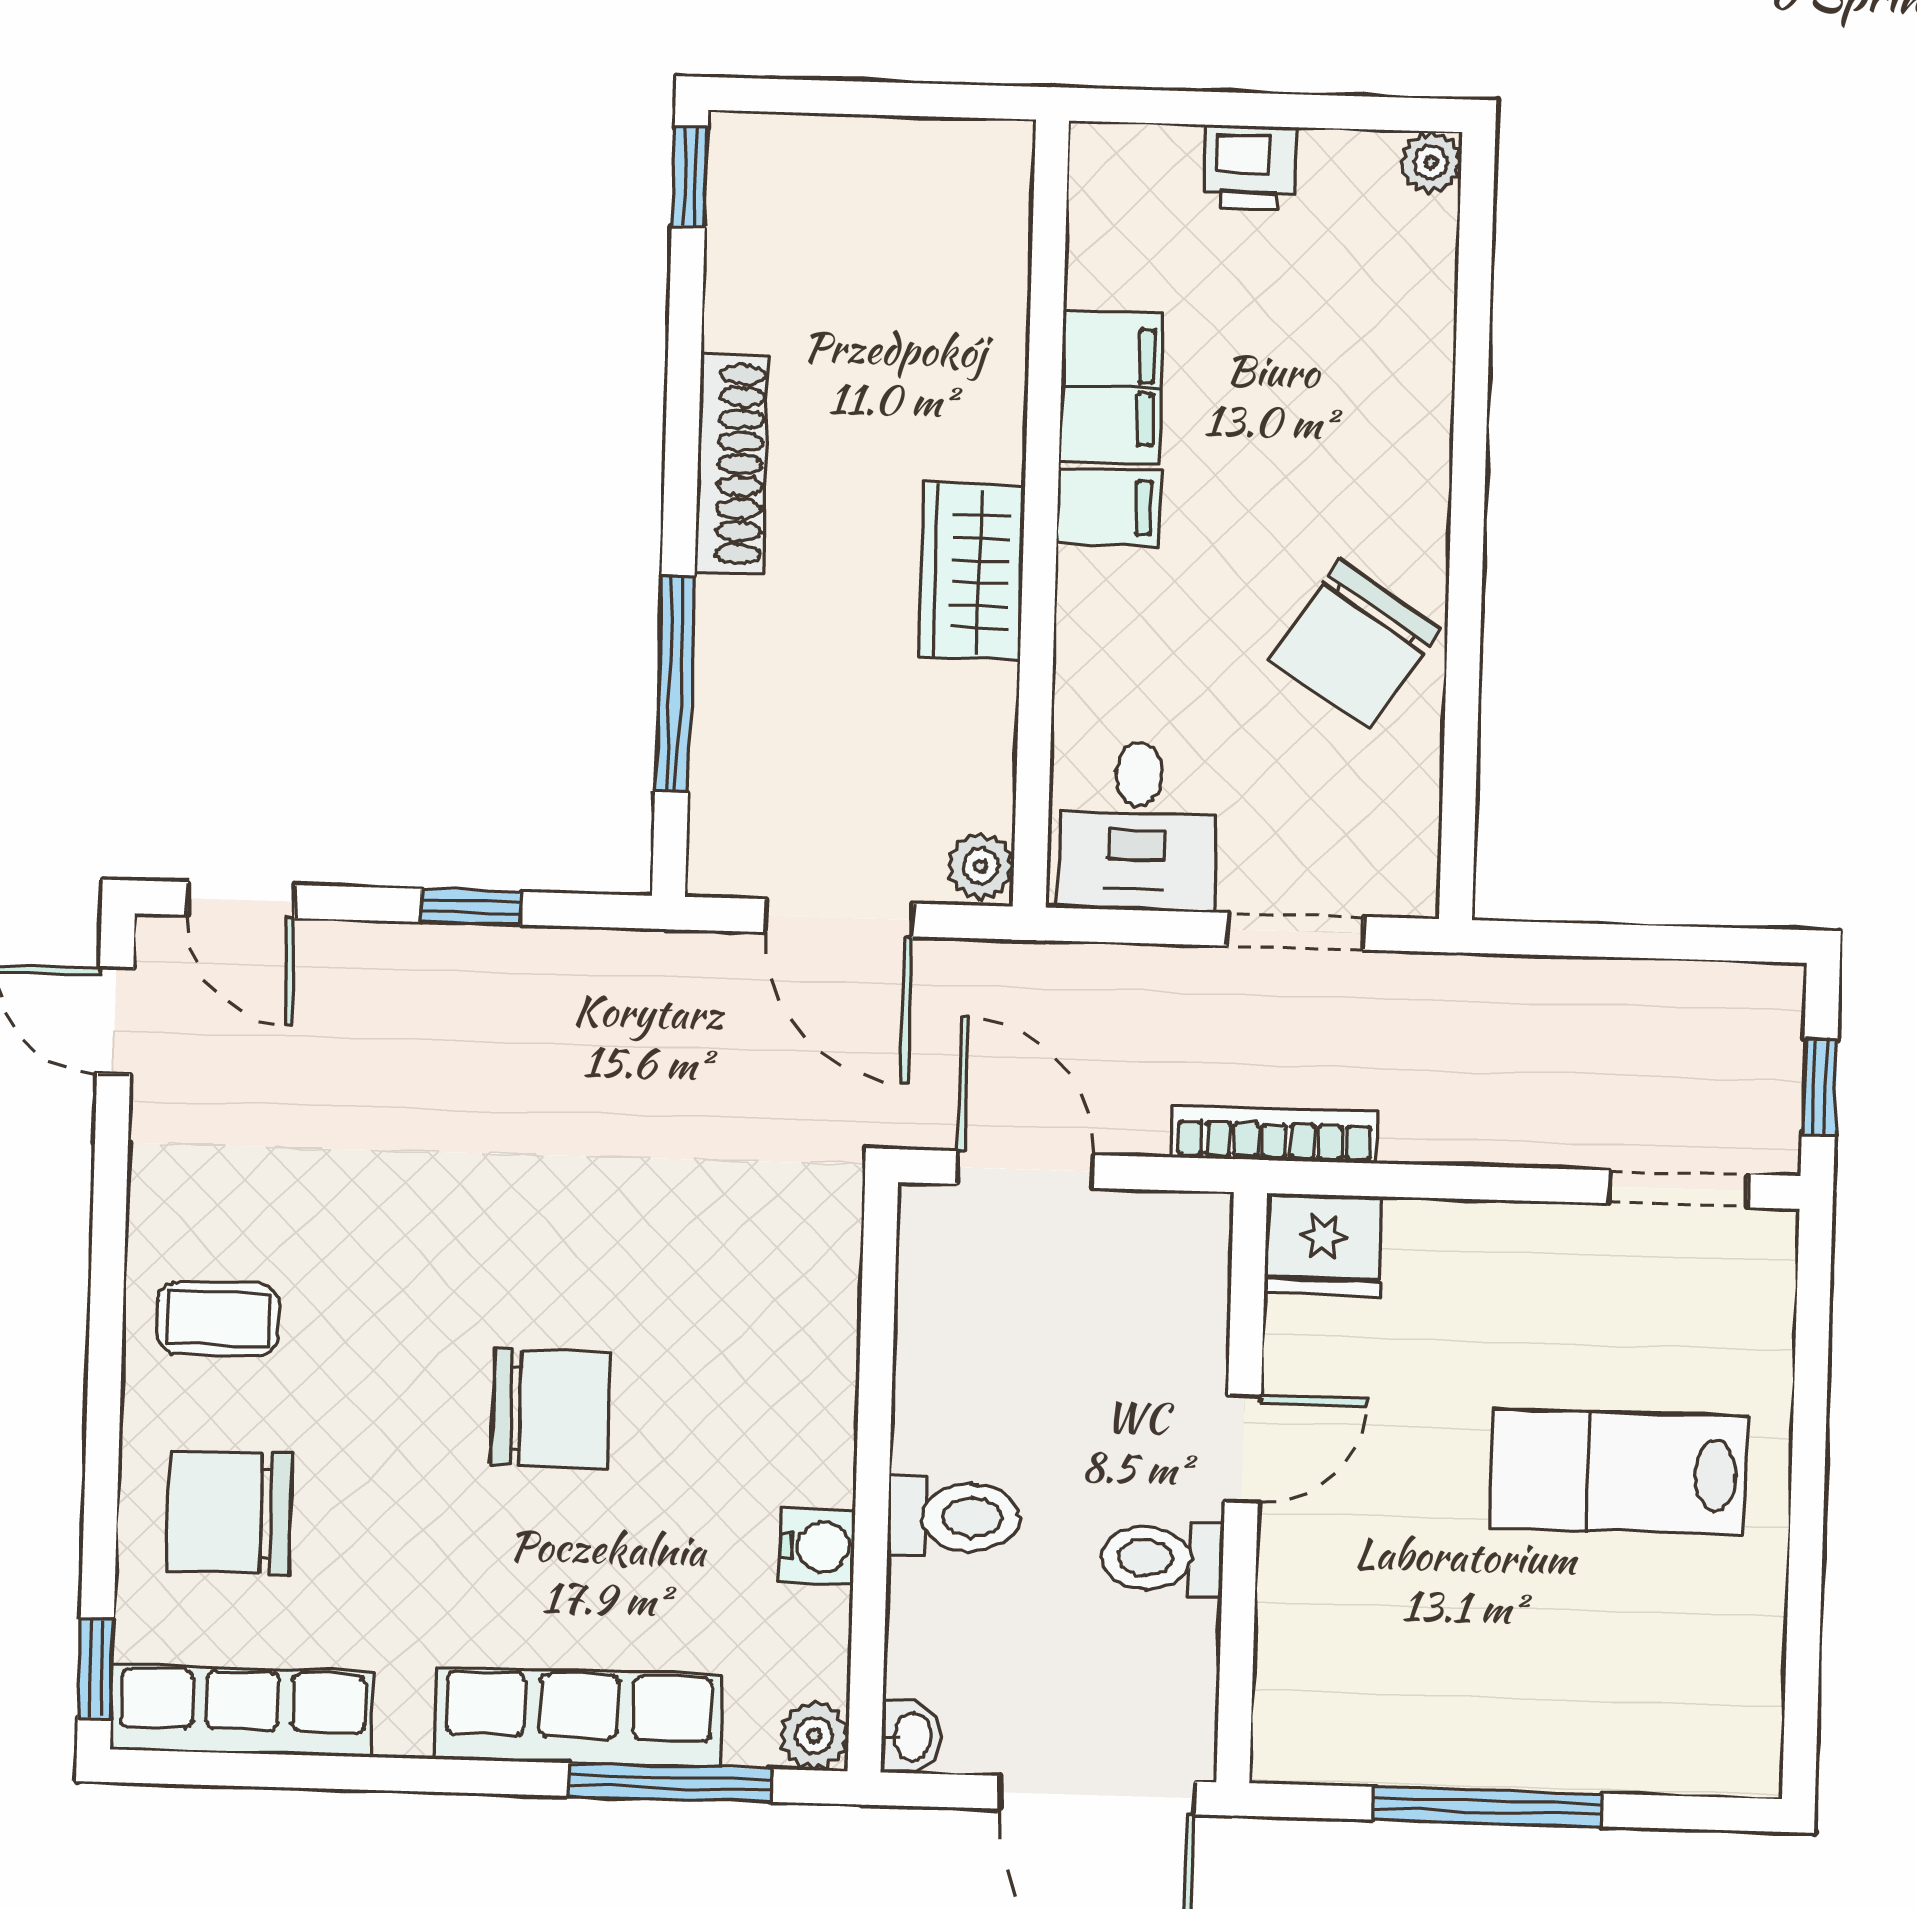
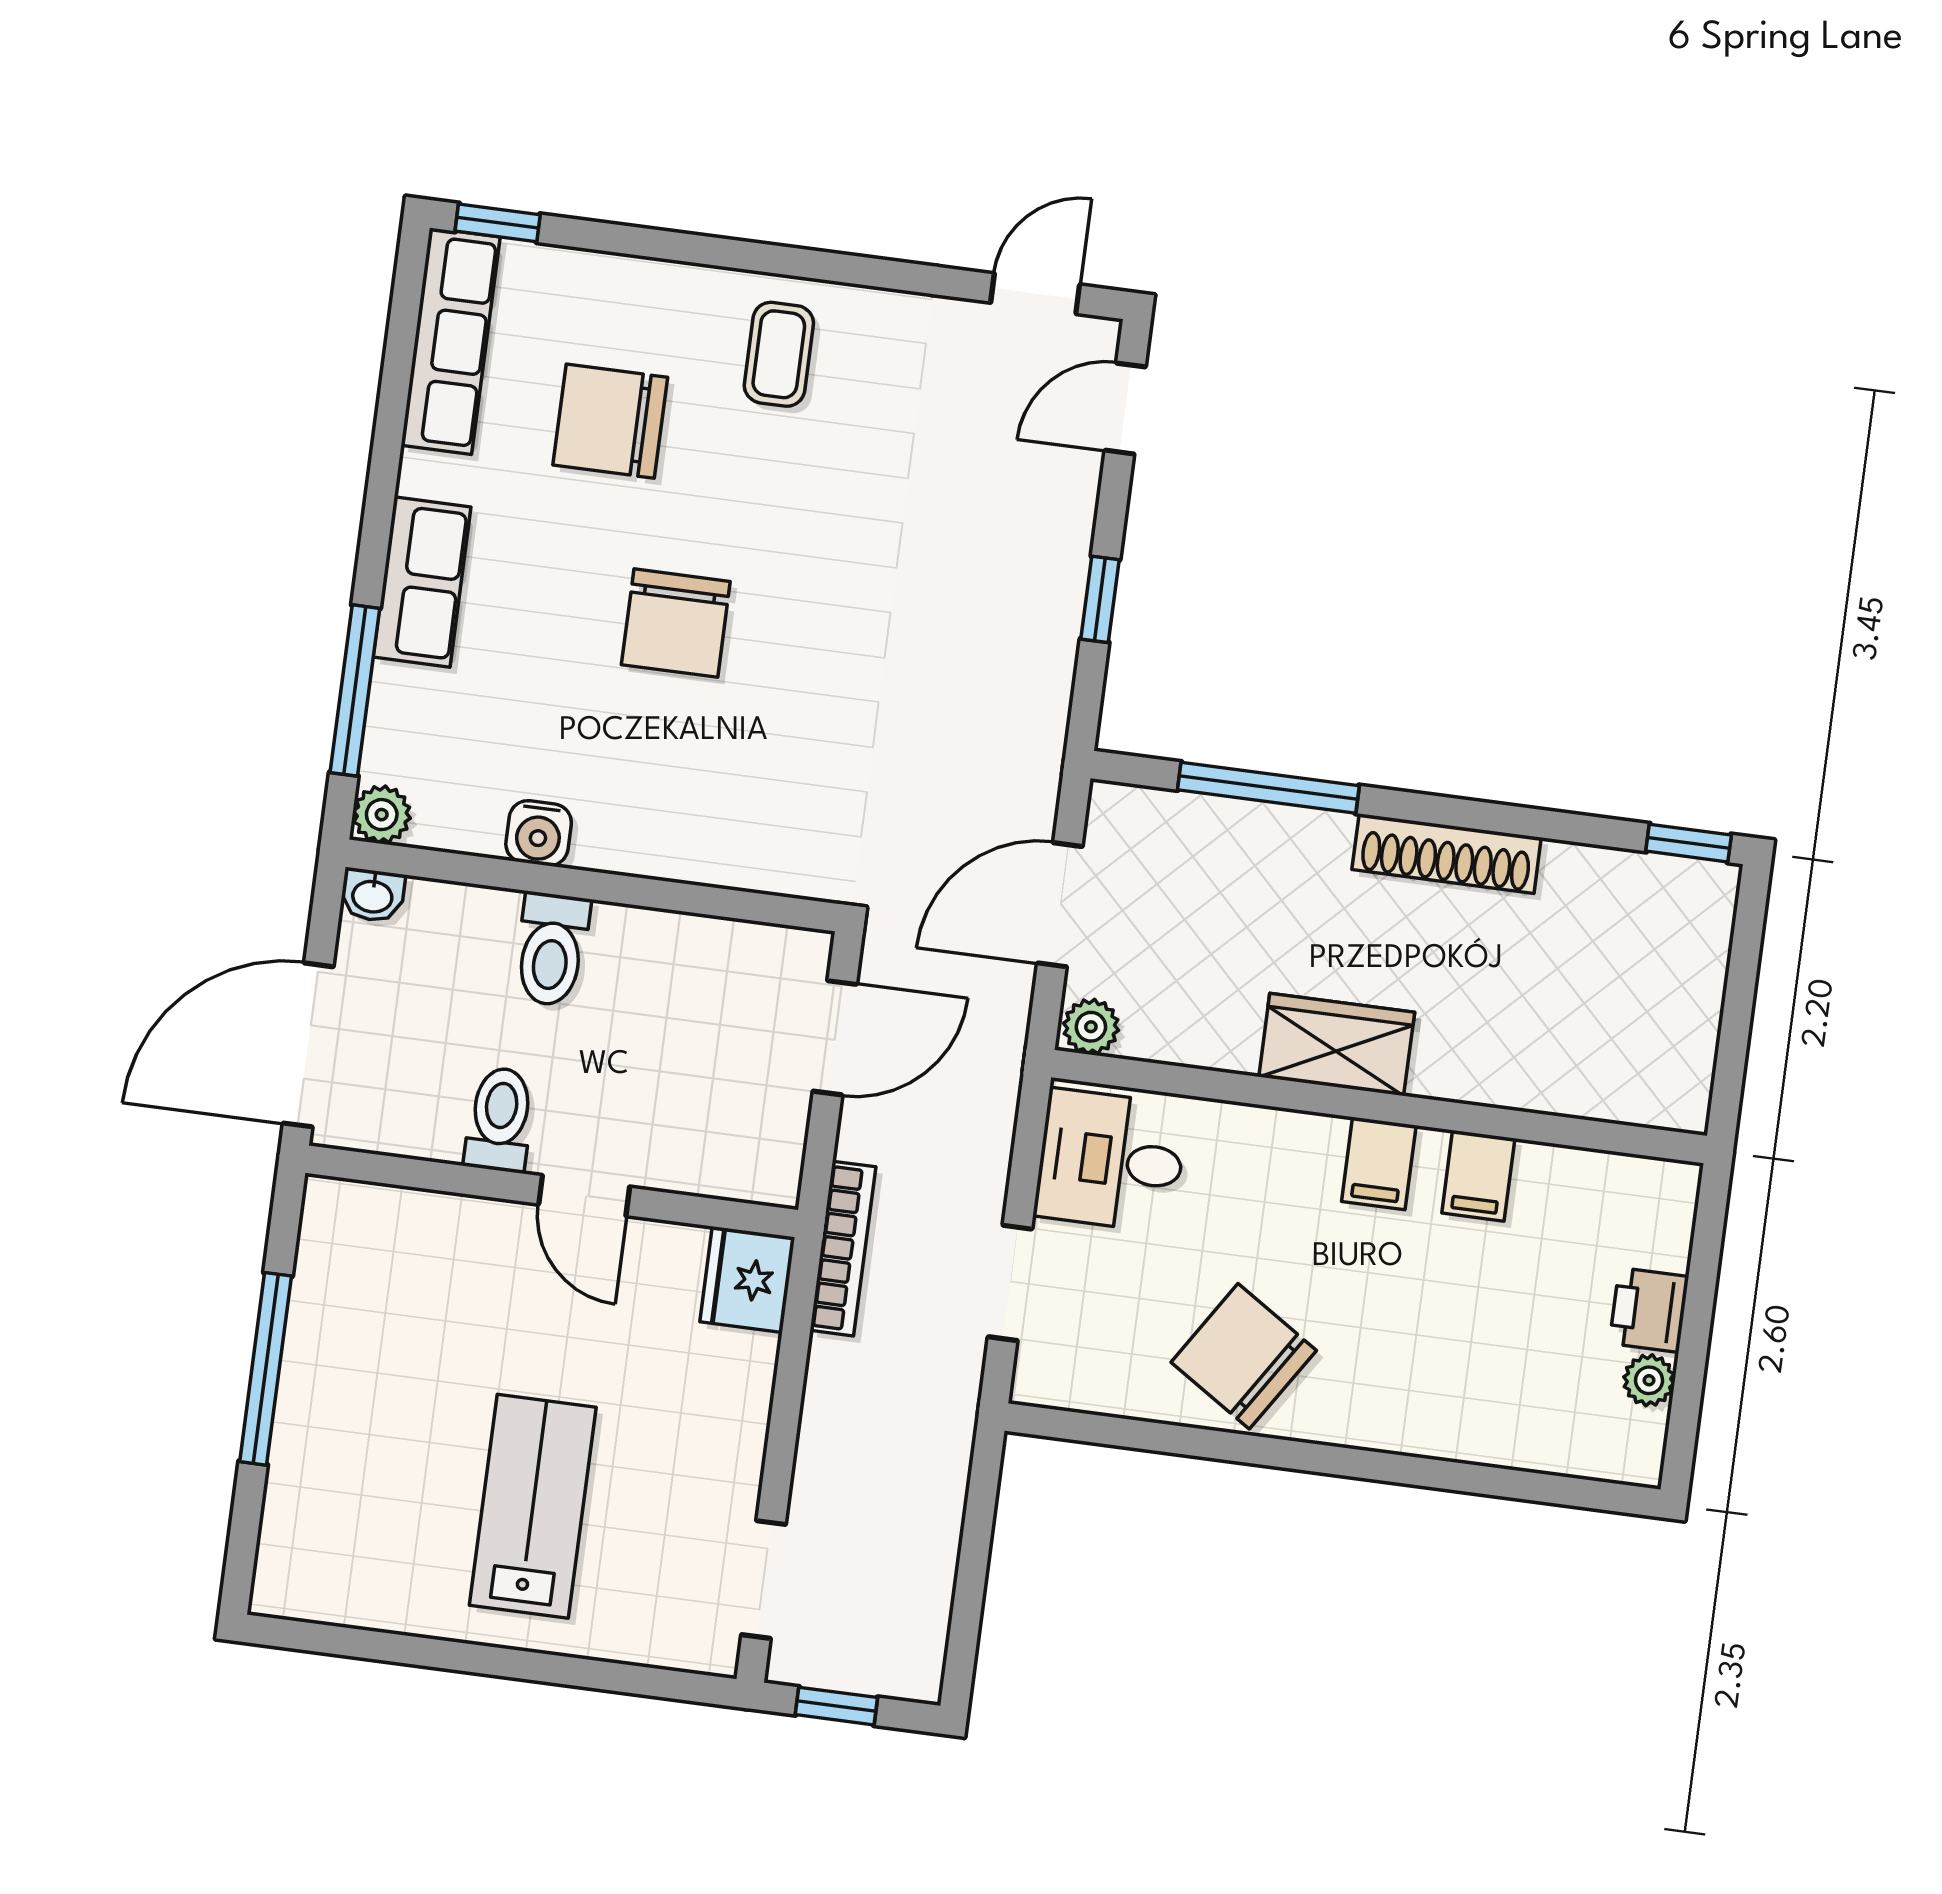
plant: (1431, 162) -> (1649, 1380), moved
filing cabinet: (1111, 387) -> (1478, 1176), width x0.50
chair: (230, 1513) -> (610, 421), moved, turned -90
row of seats: (579, 1717) -> (422, 582), width x0.68

